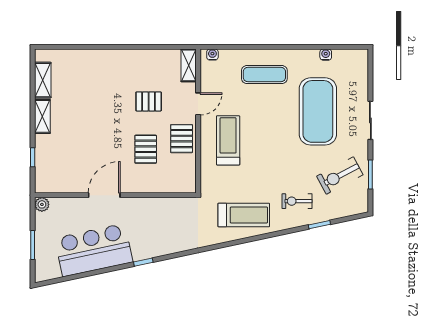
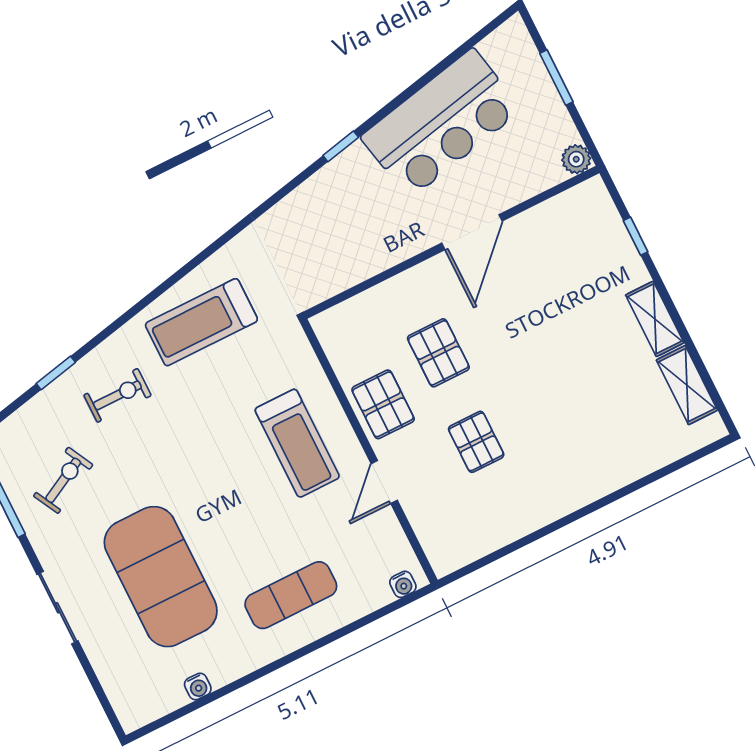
shelving: (189, 65) -> (436, 543), removed
pallet: (149, 101) -> (476, 442), turned 90
exercise bike: (340, 176) -> (63, 480), width x0.73, depth x0.72

